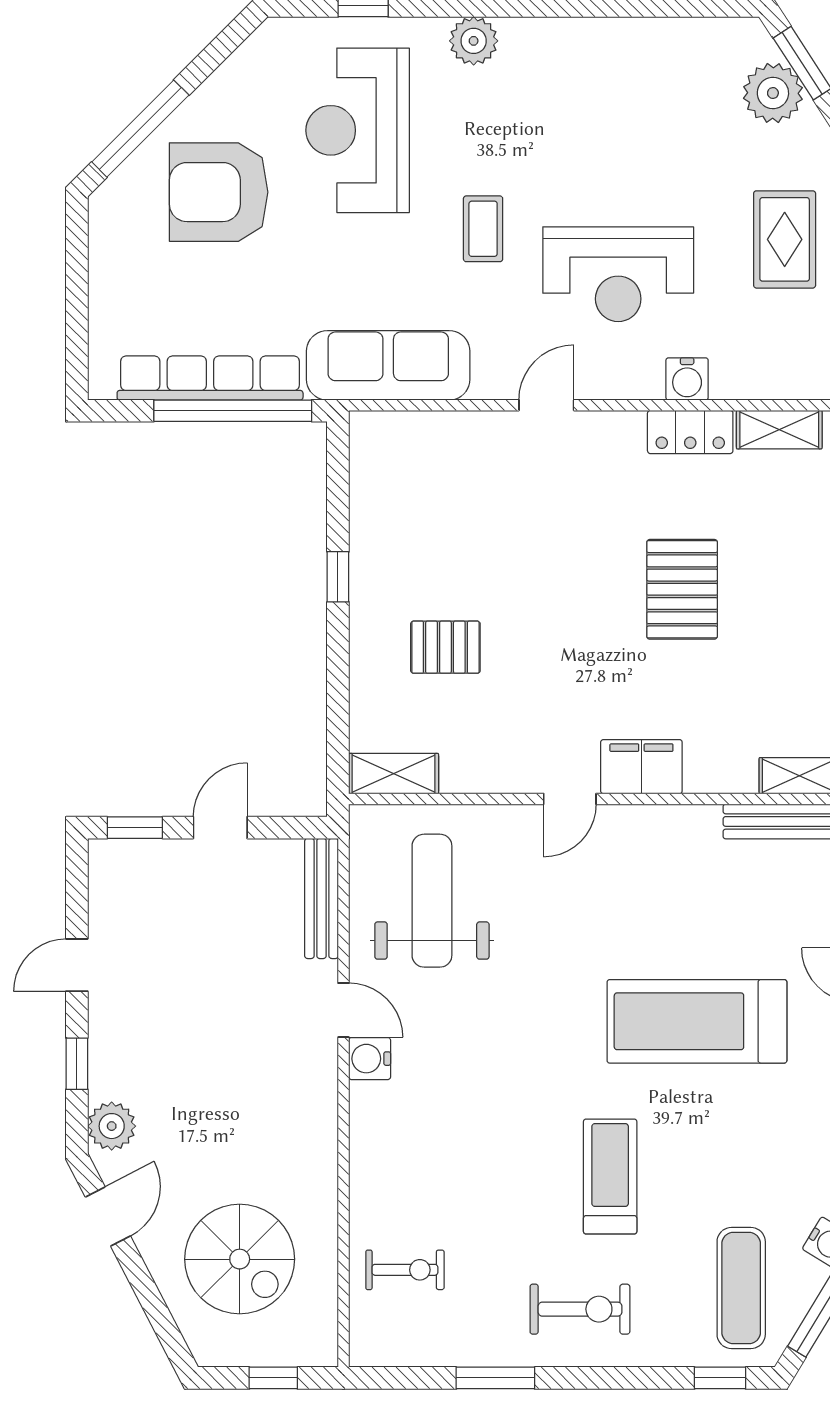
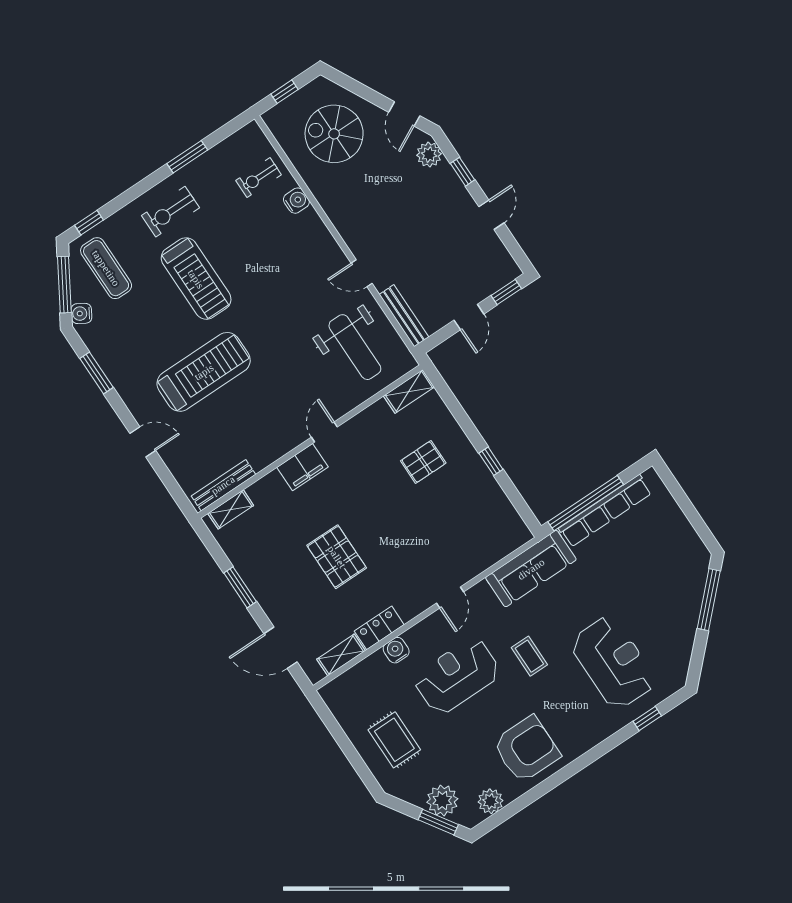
plant: (474, 41) -> (491, 801), moved
armchair: (219, 192) -> (526, 749), moved
water cooler: (370, 1059) -> (296, 201), moved
treadmill: (610, 1177) -> (196, 279), width x1.37, depth x1.38

